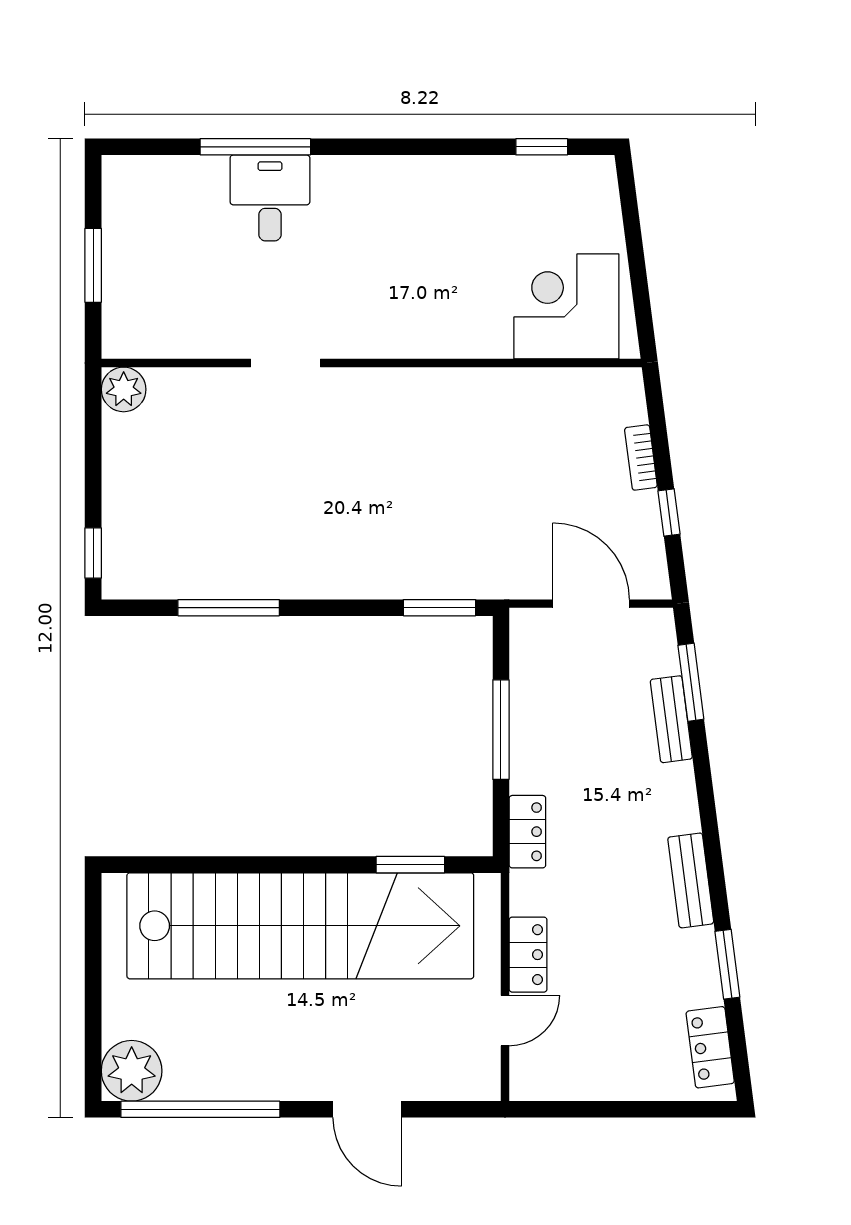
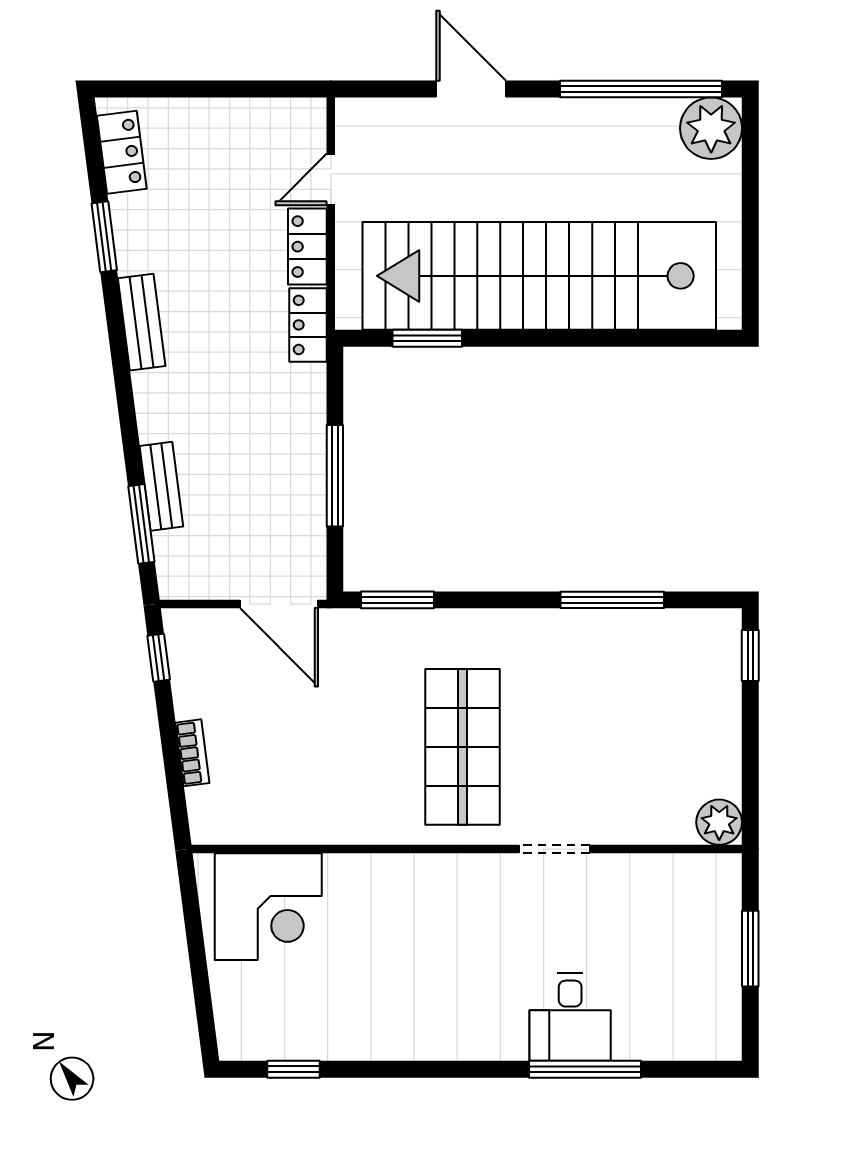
shop shelf: (376, 463) -> (462, 747), added
window: (669, 513) -> (159, 658), moved
door: (591, 604) -> (279, 604), moved
locker: (527, 832) -> (308, 325), moved

